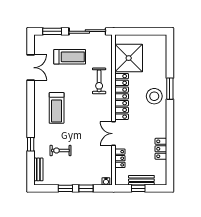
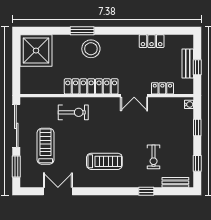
shower: (129, 58) -> (36, 51), moved
window: (65, 188) -> (197, 163), moved

